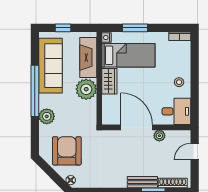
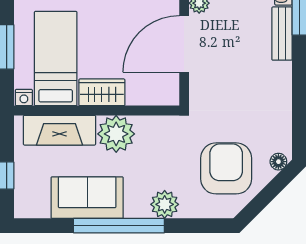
sofa: (50, 66) -> (87, 198), width x0.73
armchair: (67, 151) -> (226, 168), turned 90

